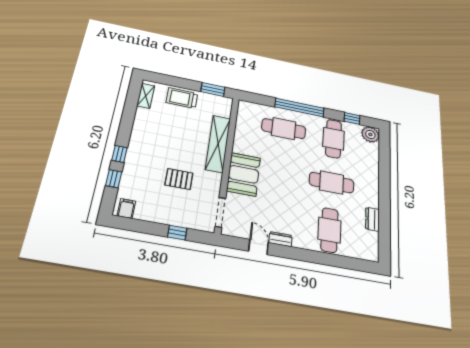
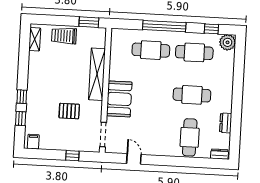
cafe table: (334, 139) -> (194, 52), turned 90
dresser: (280, 239) -> (220, 154), moved

